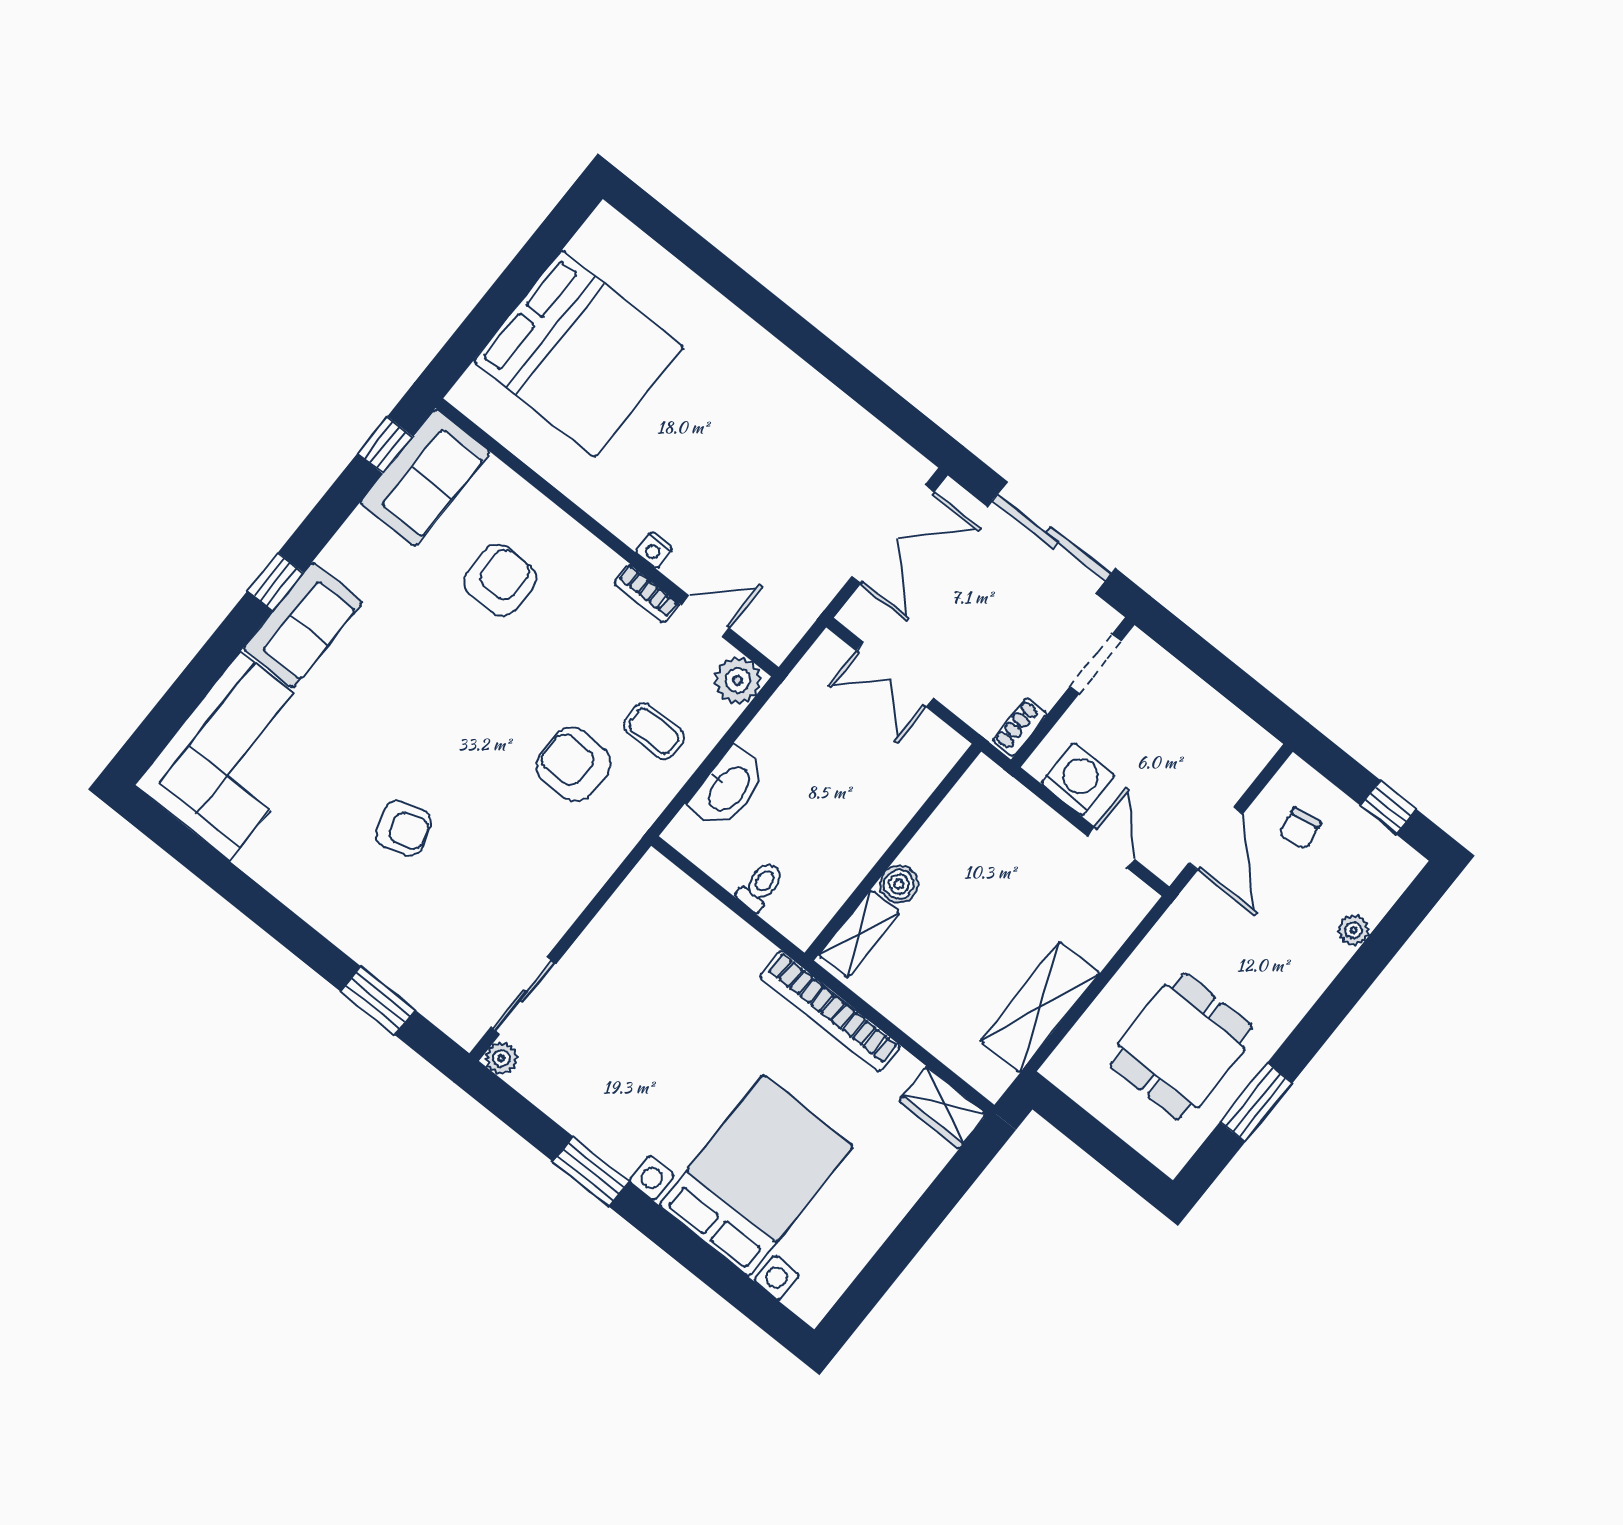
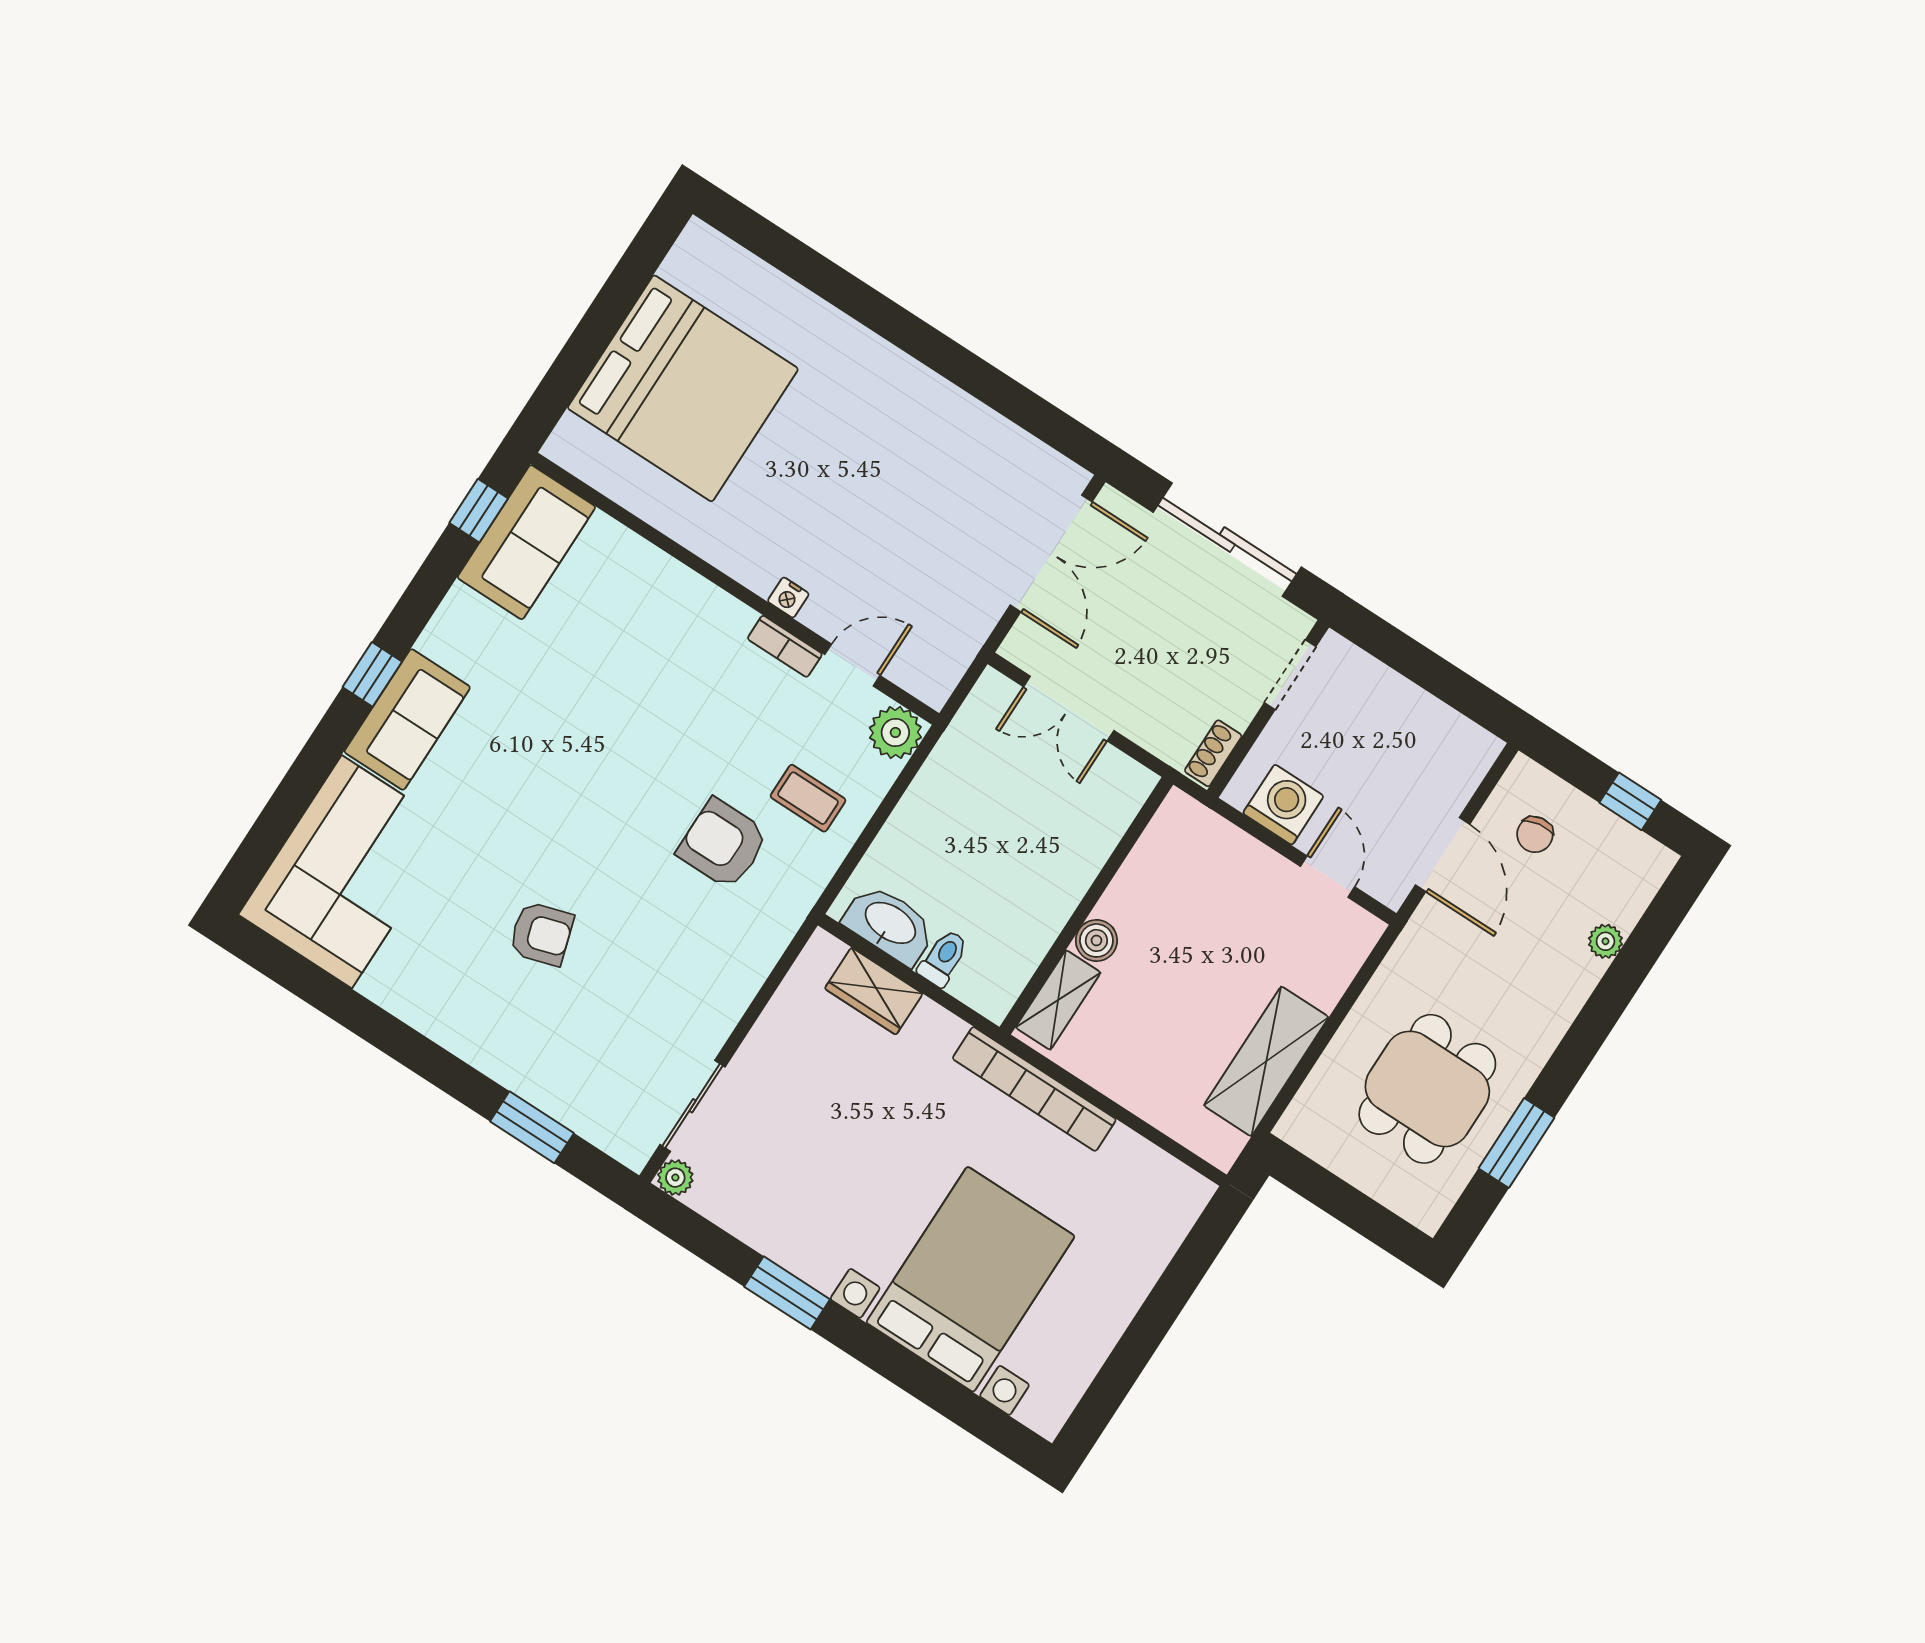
armchair: (500, 580) -> (621, 648), removed
washbasin: (728, 788) -> (890, 924), moved, turned -90
wardrobe: (943, 1108) -> (874, 991), moved

